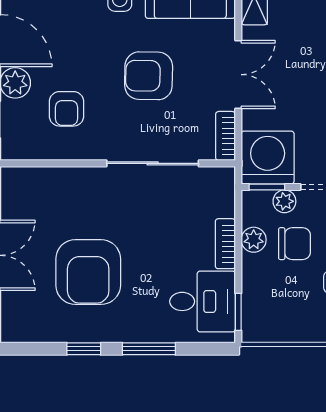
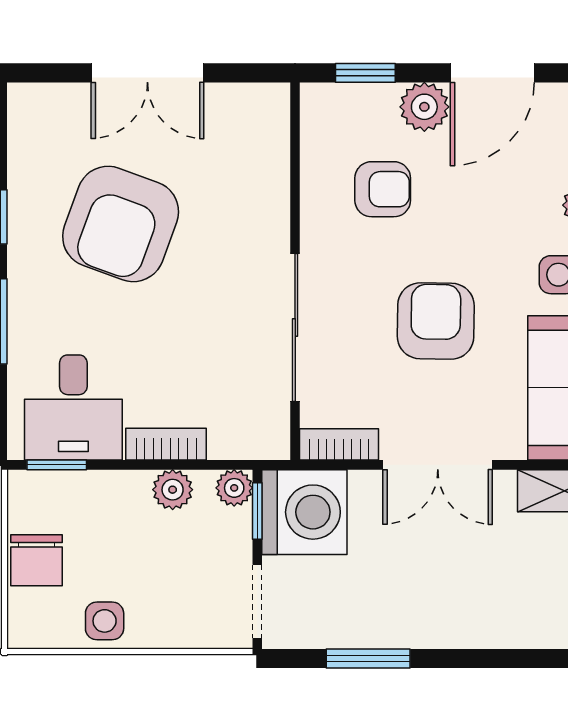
armchair: (67, 109) -> (383, 189), turned 180
plant: (284, 201) -> (234, 488), moved
chair: (294, 244) -> (37, 560), moved
armchair: (88, 272) -> (121, 224), turned -70

